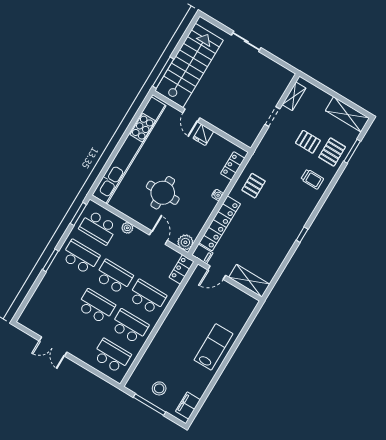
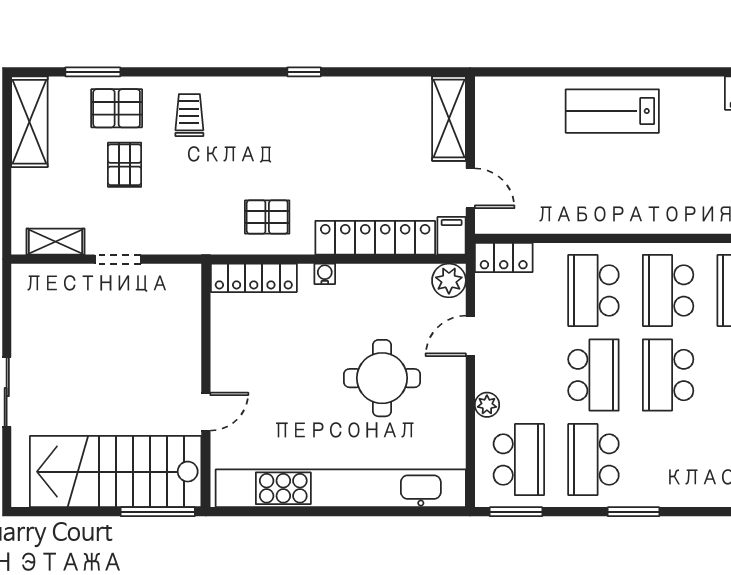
fridge: (203, 135) -> (229, 367), removed
locker: (233, 166) -> (254, 278), width x1.53
school desk: (114, 277) -> (593, 375), turned 180

